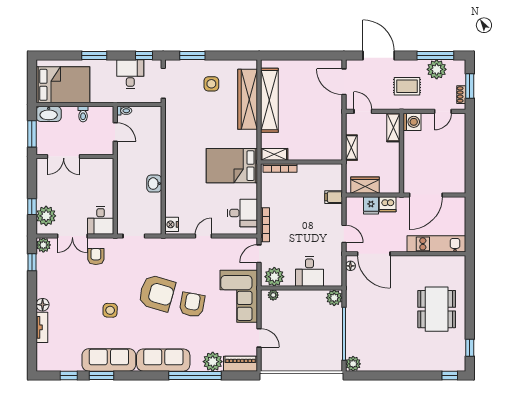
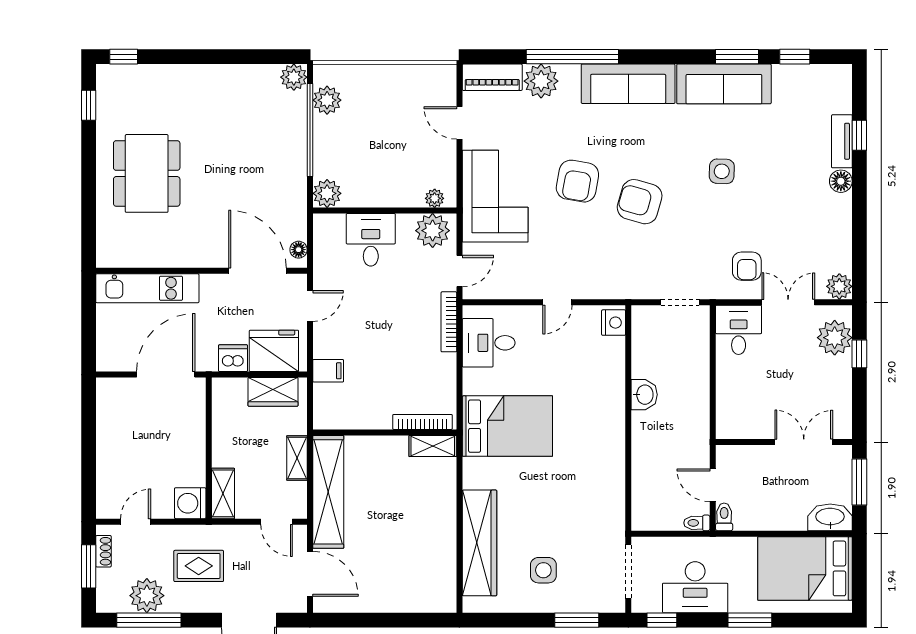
desk: (130, 74) -> (695, 587), width x1.37
shelving: (269, 100) -> (328, 492), moved
toilet: (83, 114) -> (724, 517), moved
fridge: (371, 205) -> (274, 351), width x1.88, depth x1.34
door: (344, 234) -> (310, 306), swing flipped
window: (32, 262) -> (859, 135), moved
armchair: (157, 293) -> (640, 202), width x0.73, depth x0.73
plant: (334, 351) -> (327, 100), added

